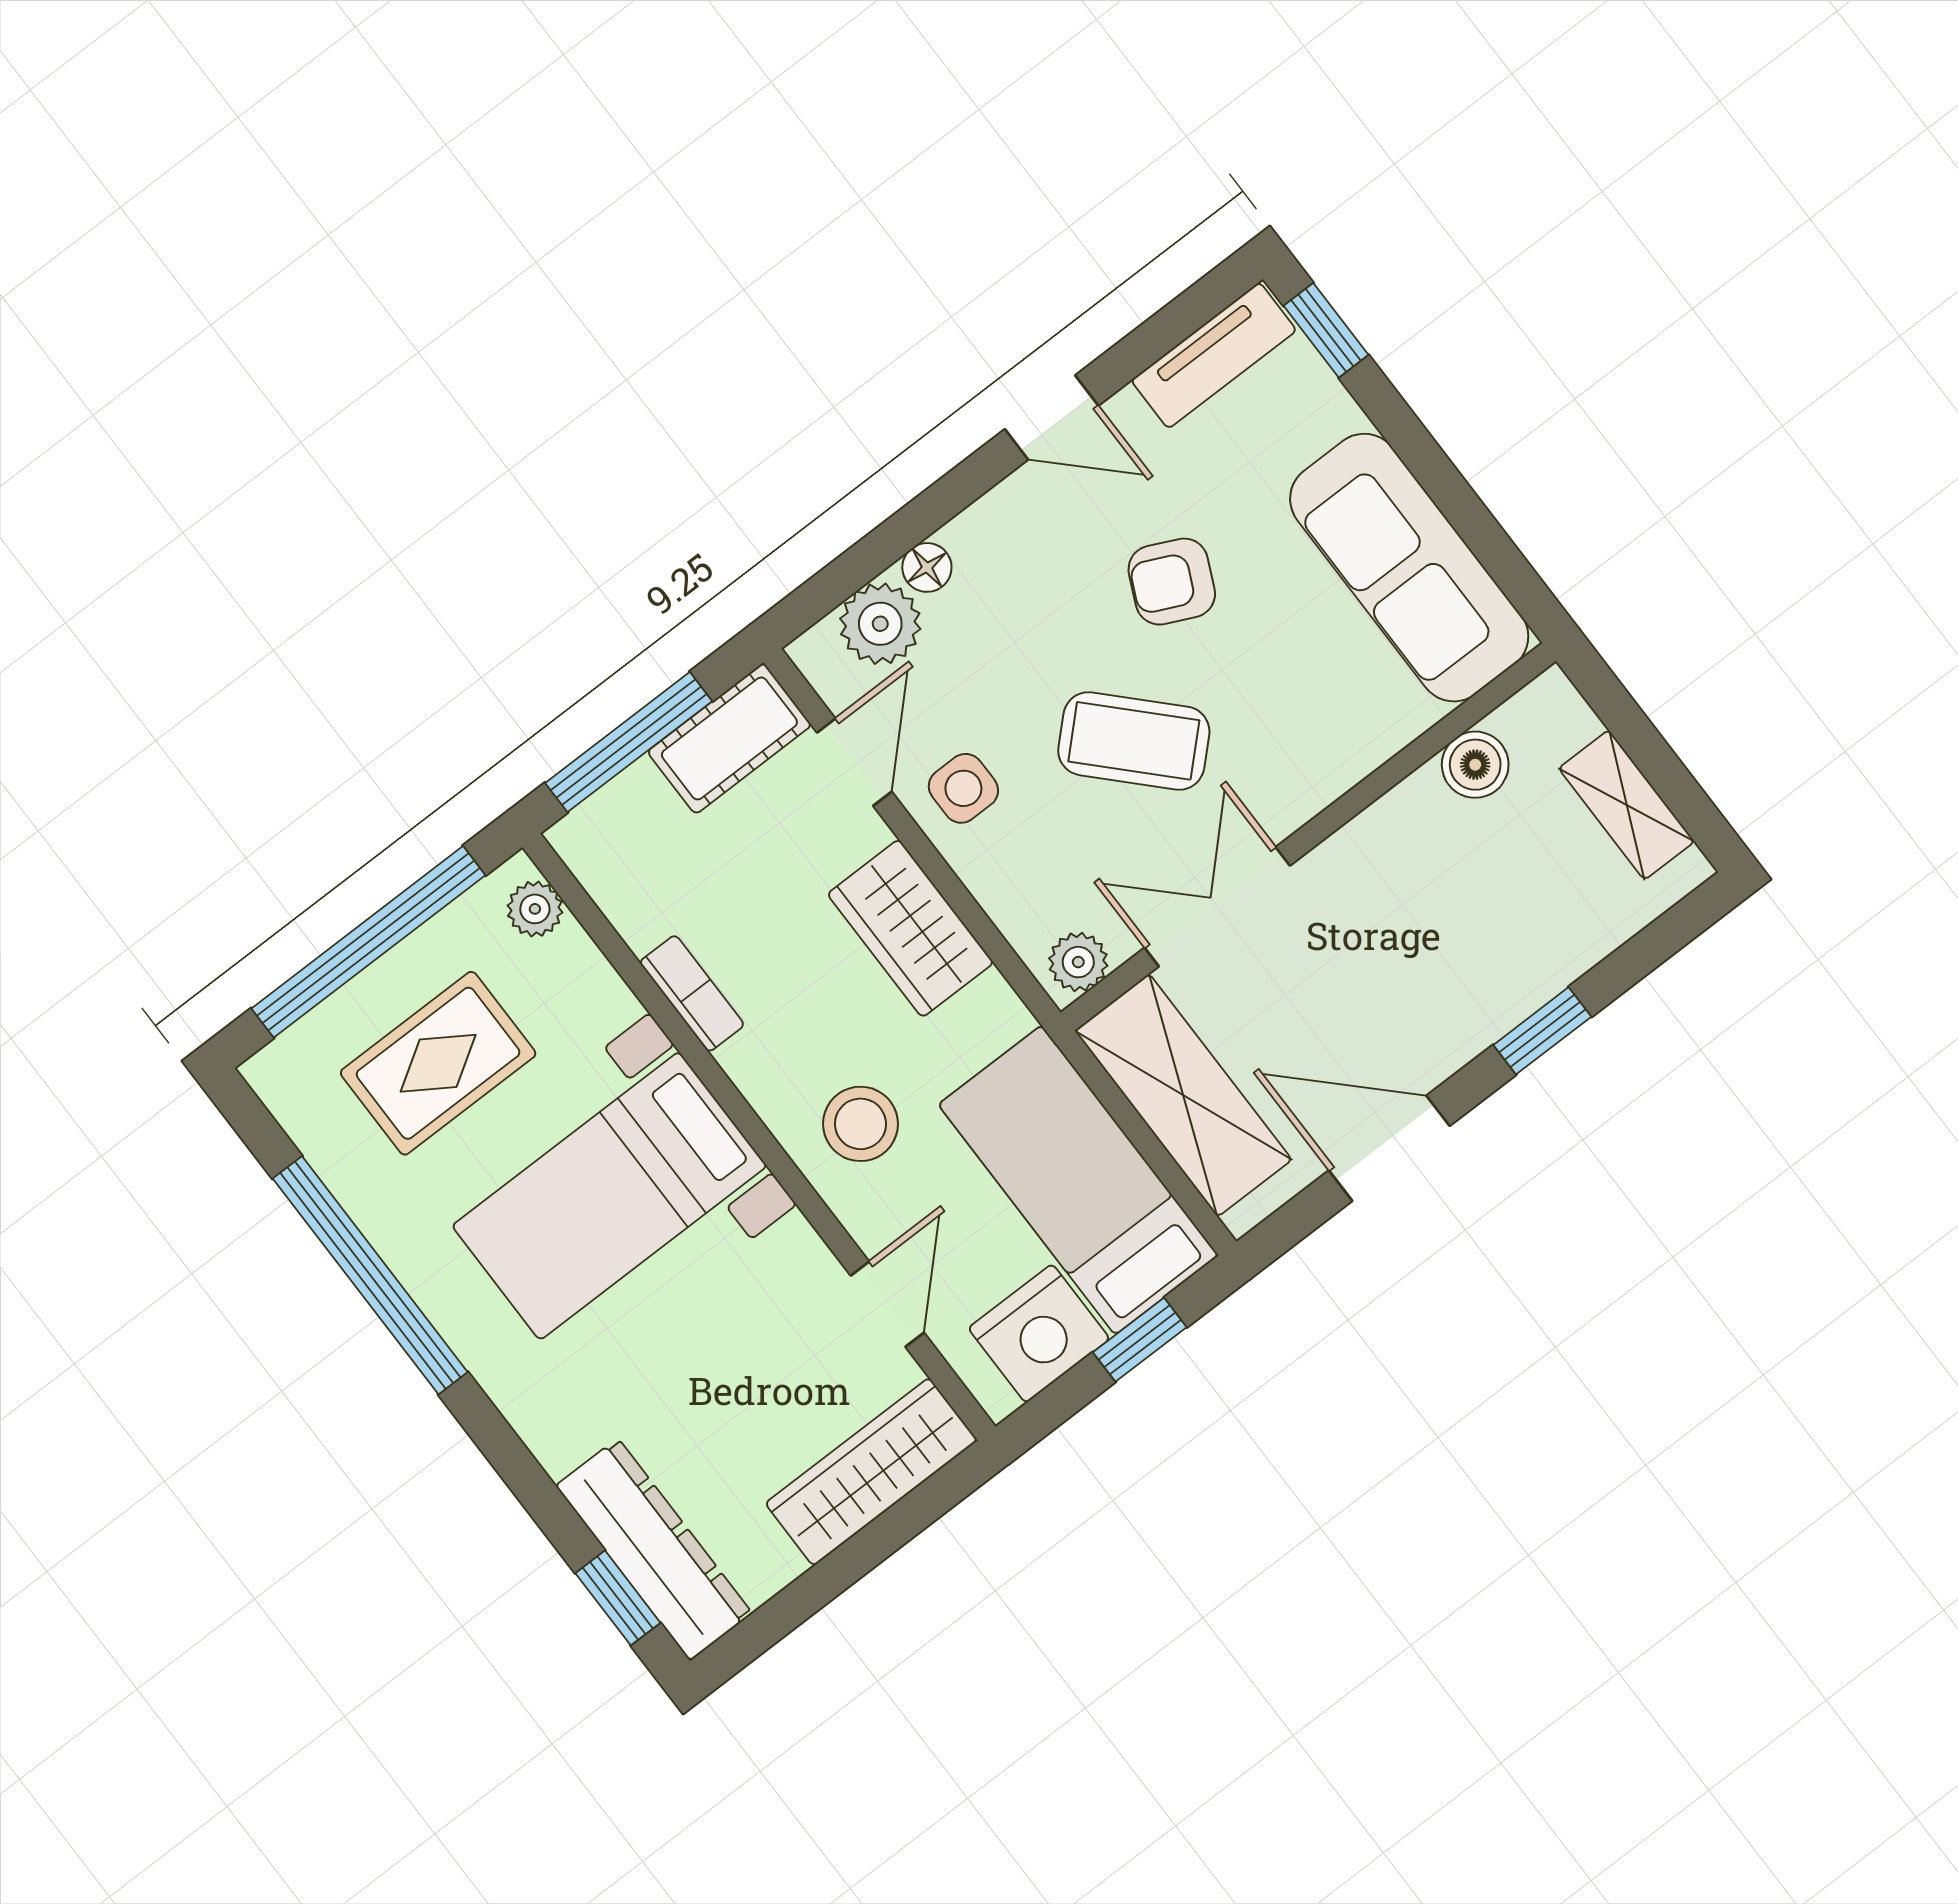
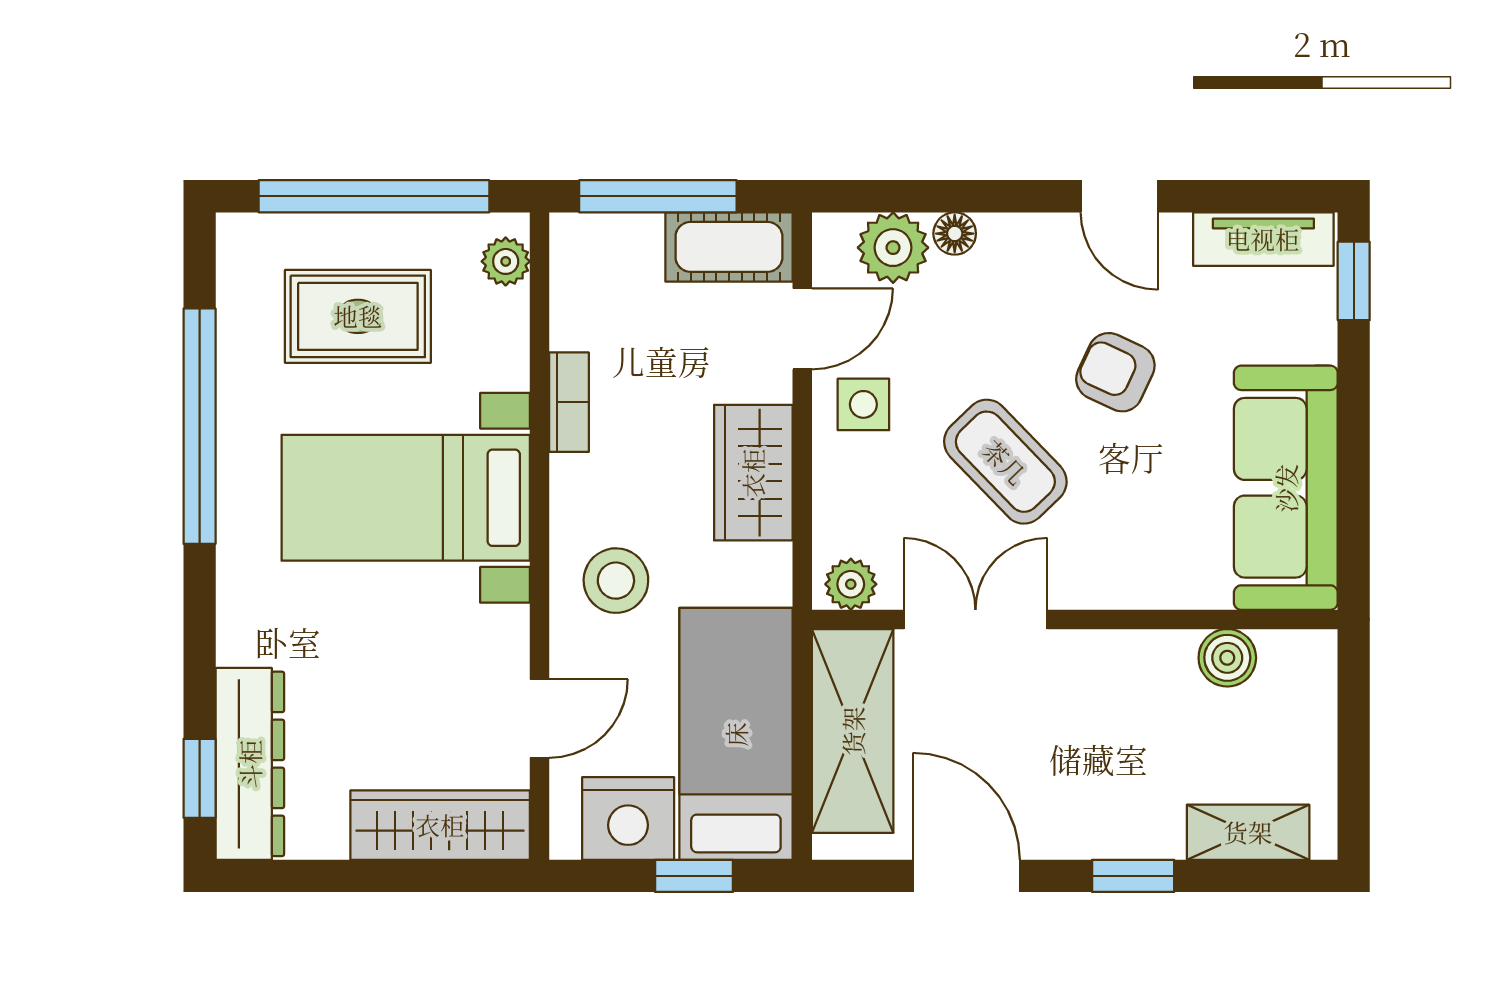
shelving: (1627, 805) -> (1248, 832), moved, turned 90

